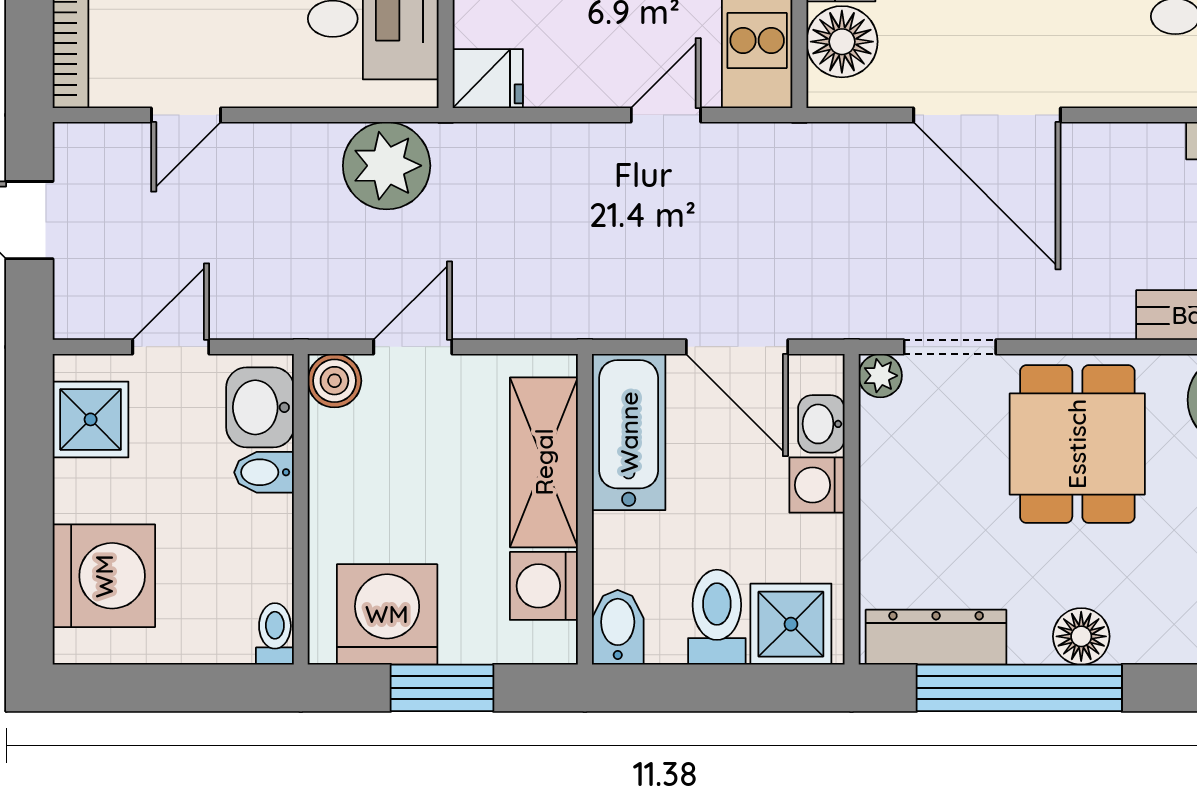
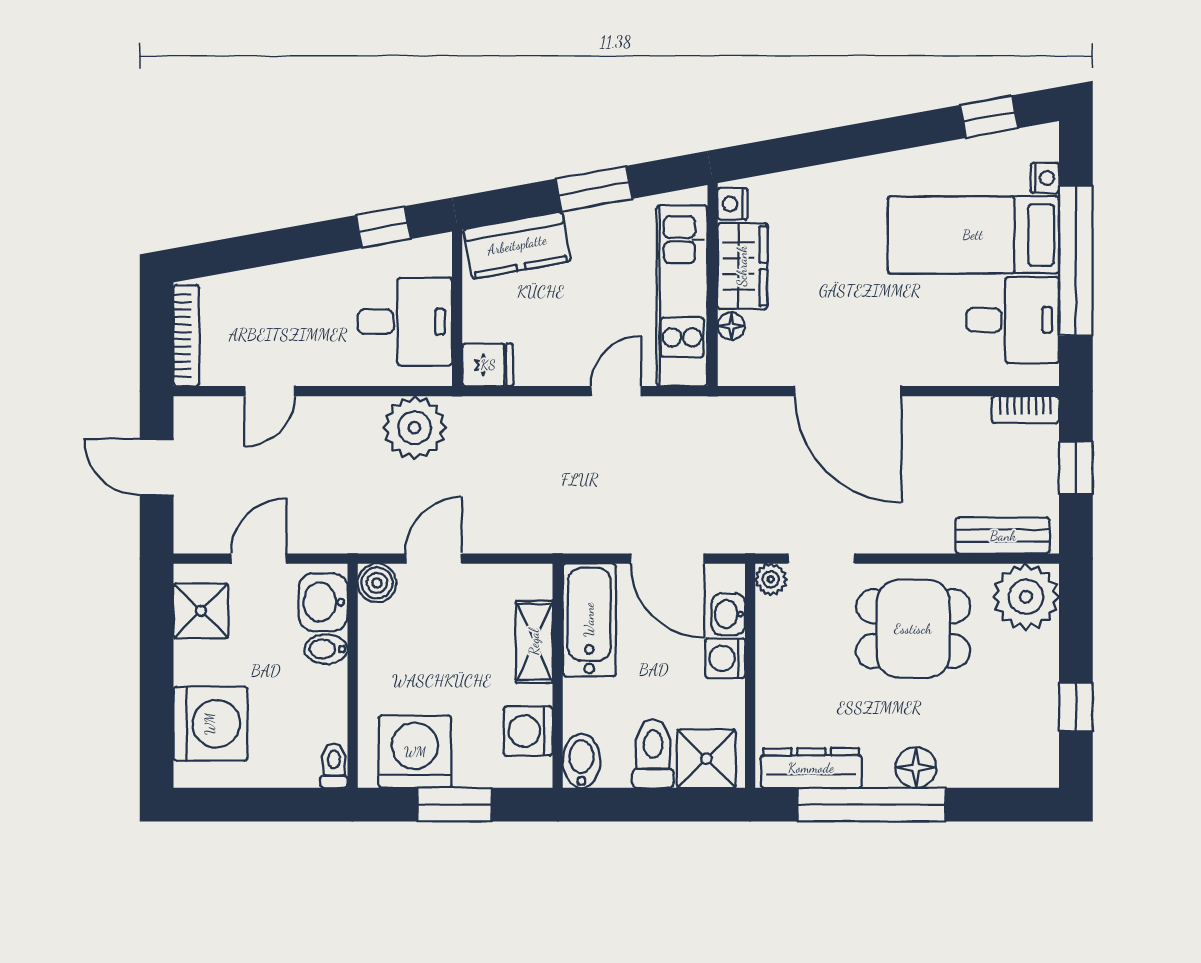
floor lamp: (842, 42) -> (731, 326), width x0.53, depth x0.53
dining table: (1077, 444) -> (913, 629), turned 90
shelving: (544, 462) -> (534, 642), width x0.67, depth x0.75

